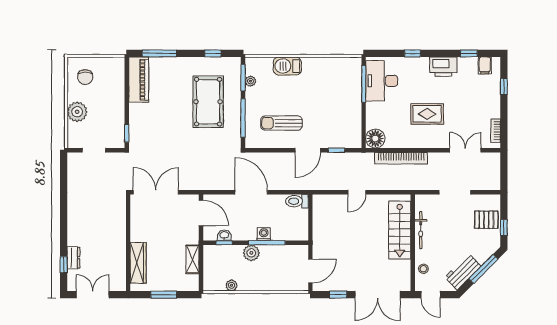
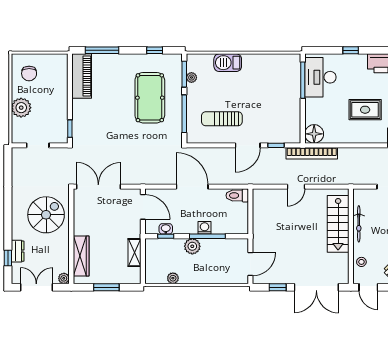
bookcase: (401, 158) -> (312, 153), moved
spiral stairs: (102, 221) -> (46, 215), added
plant: (120, 286) -> (64, 278), added

